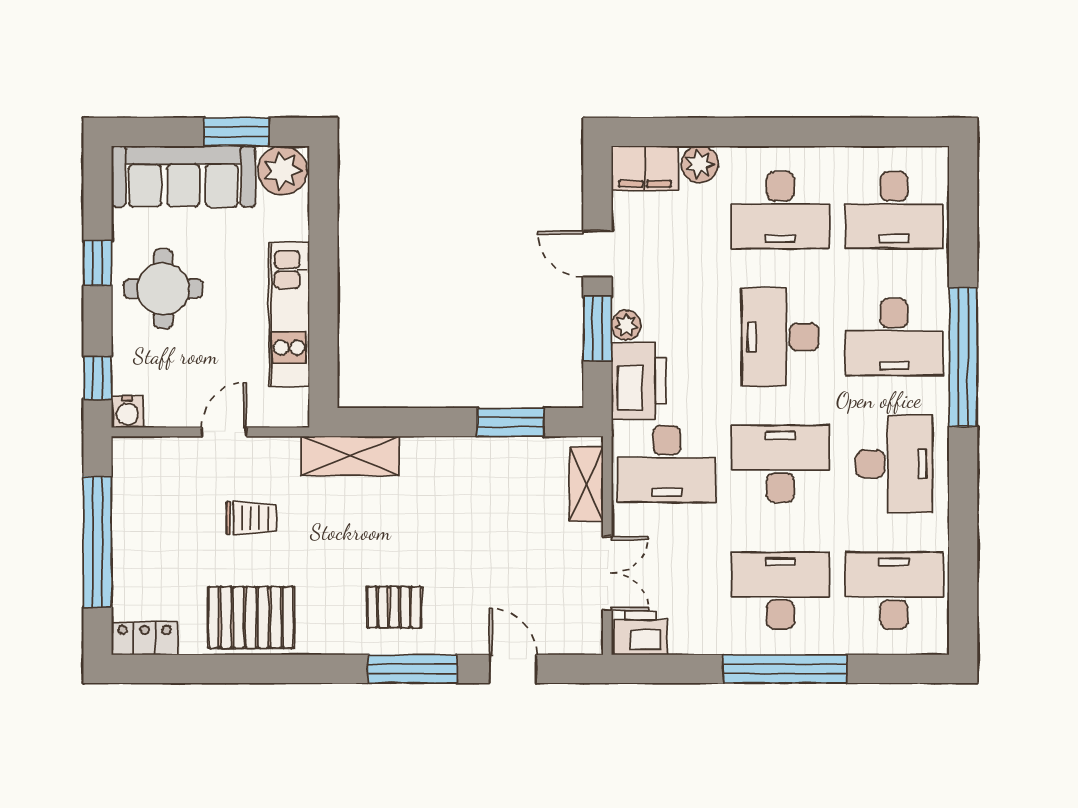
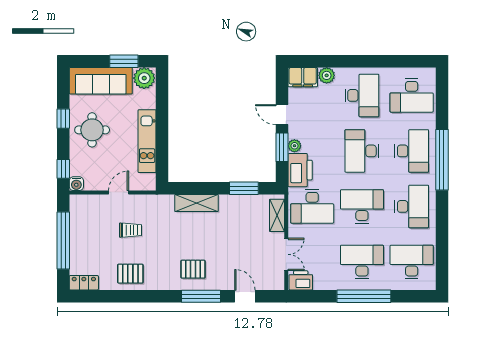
desk: (780, 210) -> (362, 95), turned -90
desk: (894, 337) -> (412, 151), turned -90
shelving: (350, 456) -> (196, 203), moved
pallet: (251, 617) -> (130, 274), width x0.67, depth x0.71

